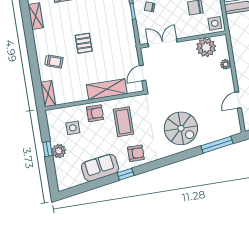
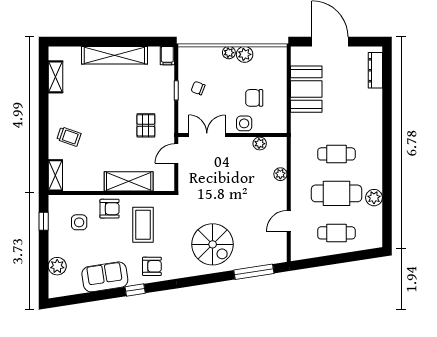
side table: (215, 23) -> (244, 123), moved
pallet: (84, 43) -> (146, 125), moved
plant: (206, 47) -> (260, 144), width x0.53, depth x0.53
door: (143, 73) -> (176, 154), moved
window: (47, 149) -> (44, 221), moved
plant: (59, 151) -> (57, 266), moved

